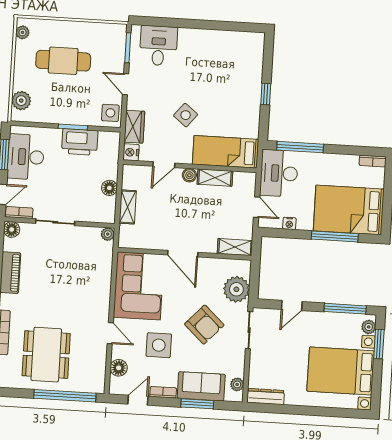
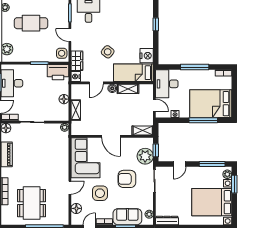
window: (266, 94) -> (156, 24), moved
nightstand: (249, 125) -> (147, 56), added
printer: (80, 142) -> (58, 72), moved
window: (300, 147) -> (195, 67), moved
window: (254, 281) -> (156, 150), added
armchair: (204, 325) -> (127, 179), turned 137
door: (110, 333) -> (70, 188), hinge flipped

